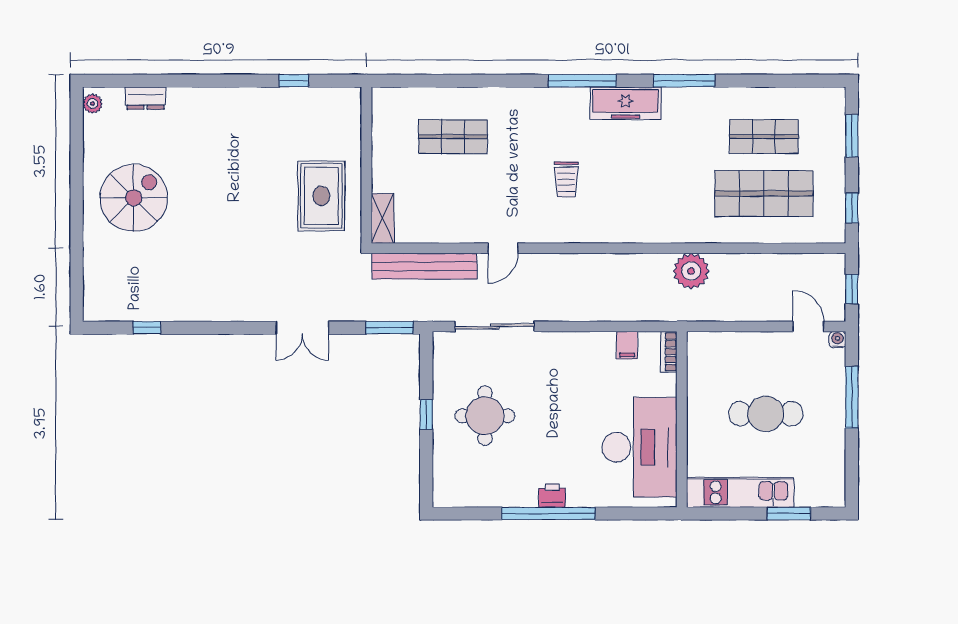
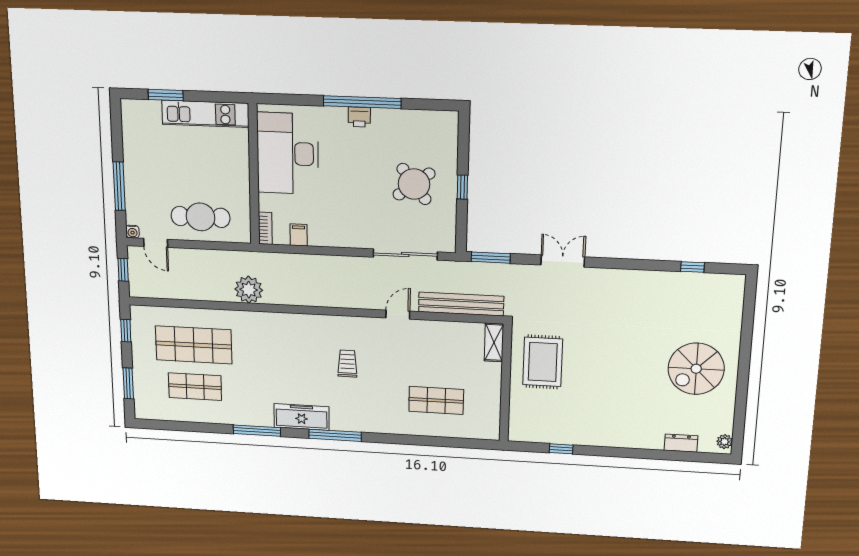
cafe table: (766, 414) -> (201, 217), moved
round table: (485, 416) -> (414, 184), turned -37

